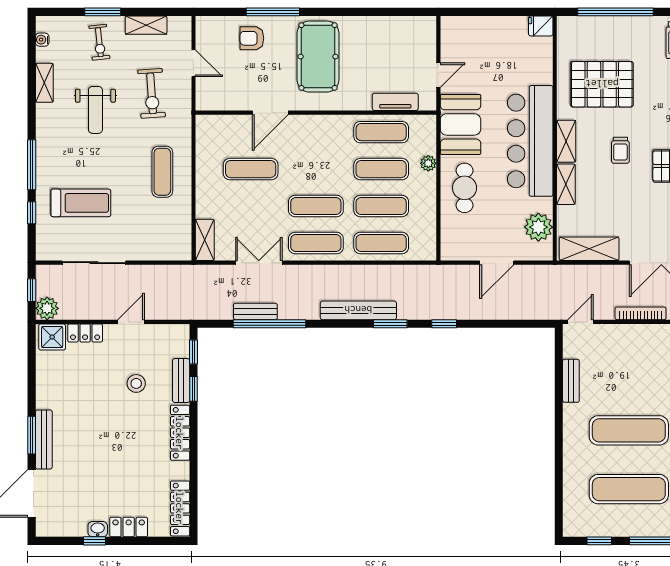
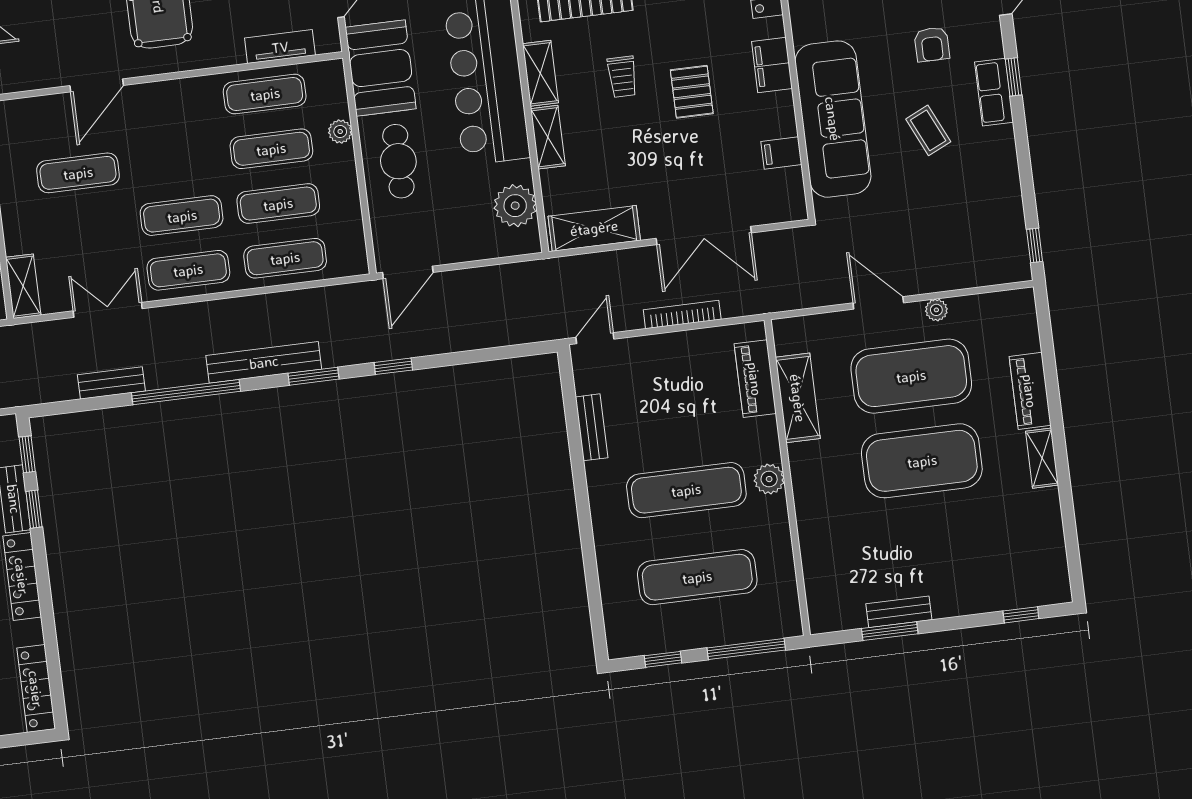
door: (497, 263) -> (408, 272), moved
window: (270, 324) -> (186, 392), moved

